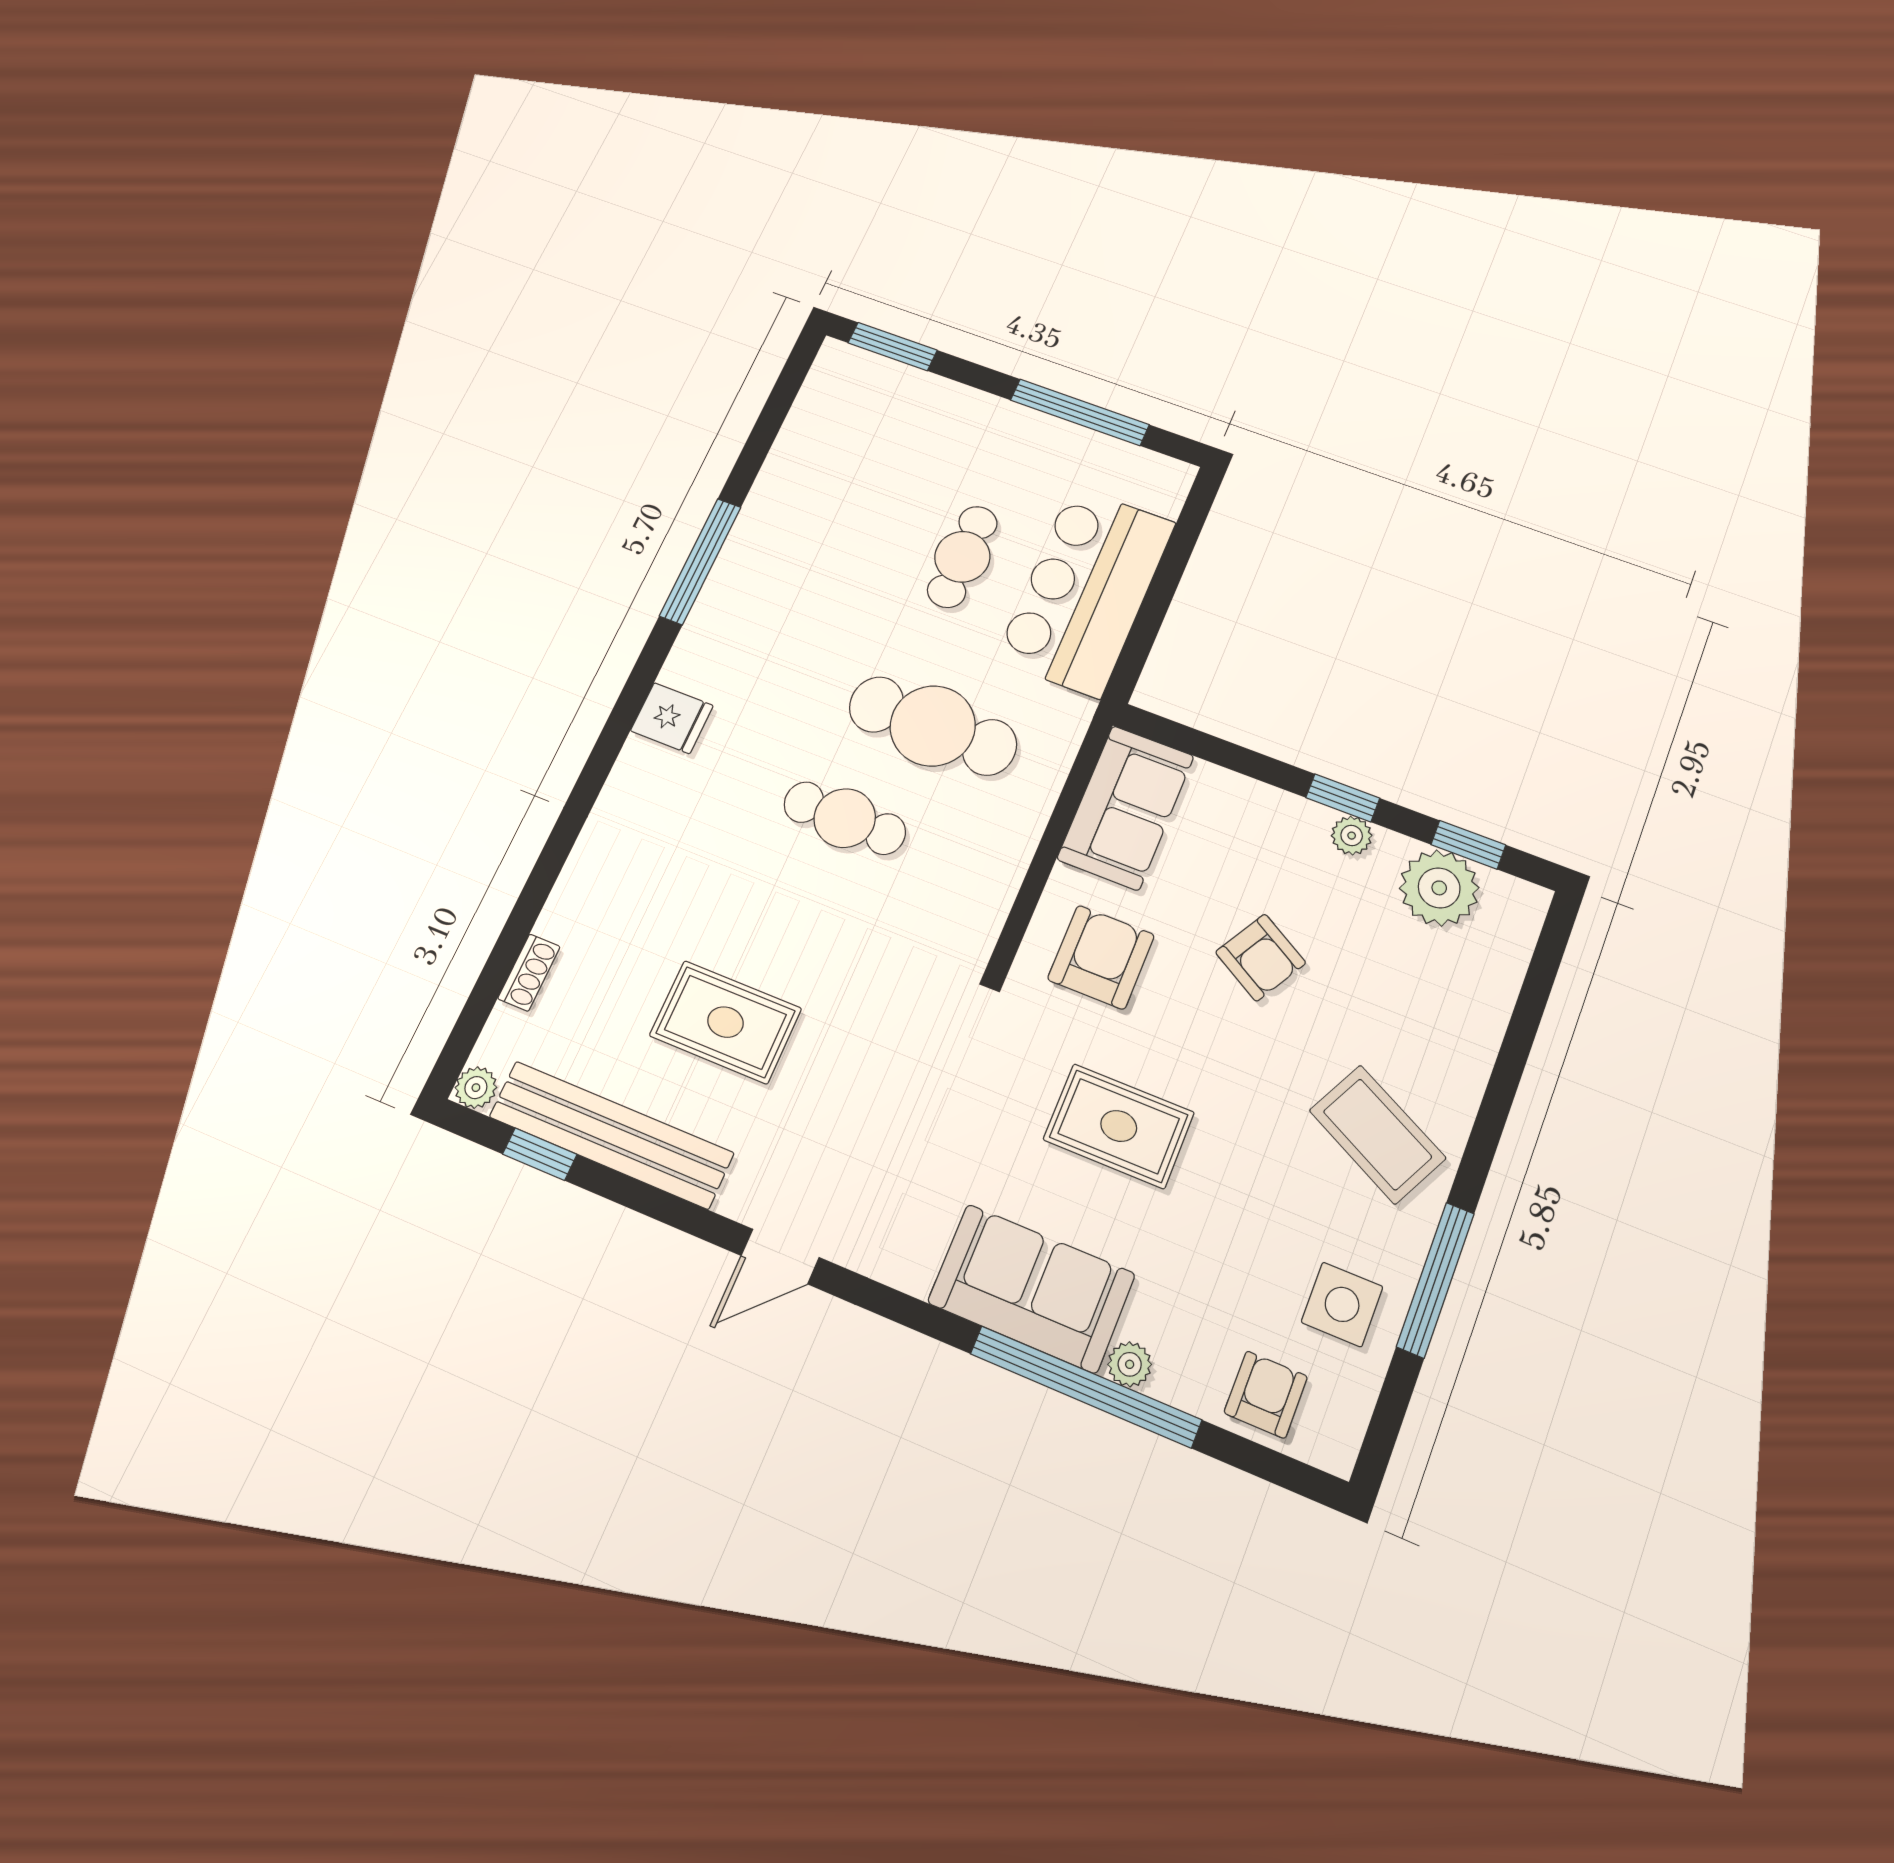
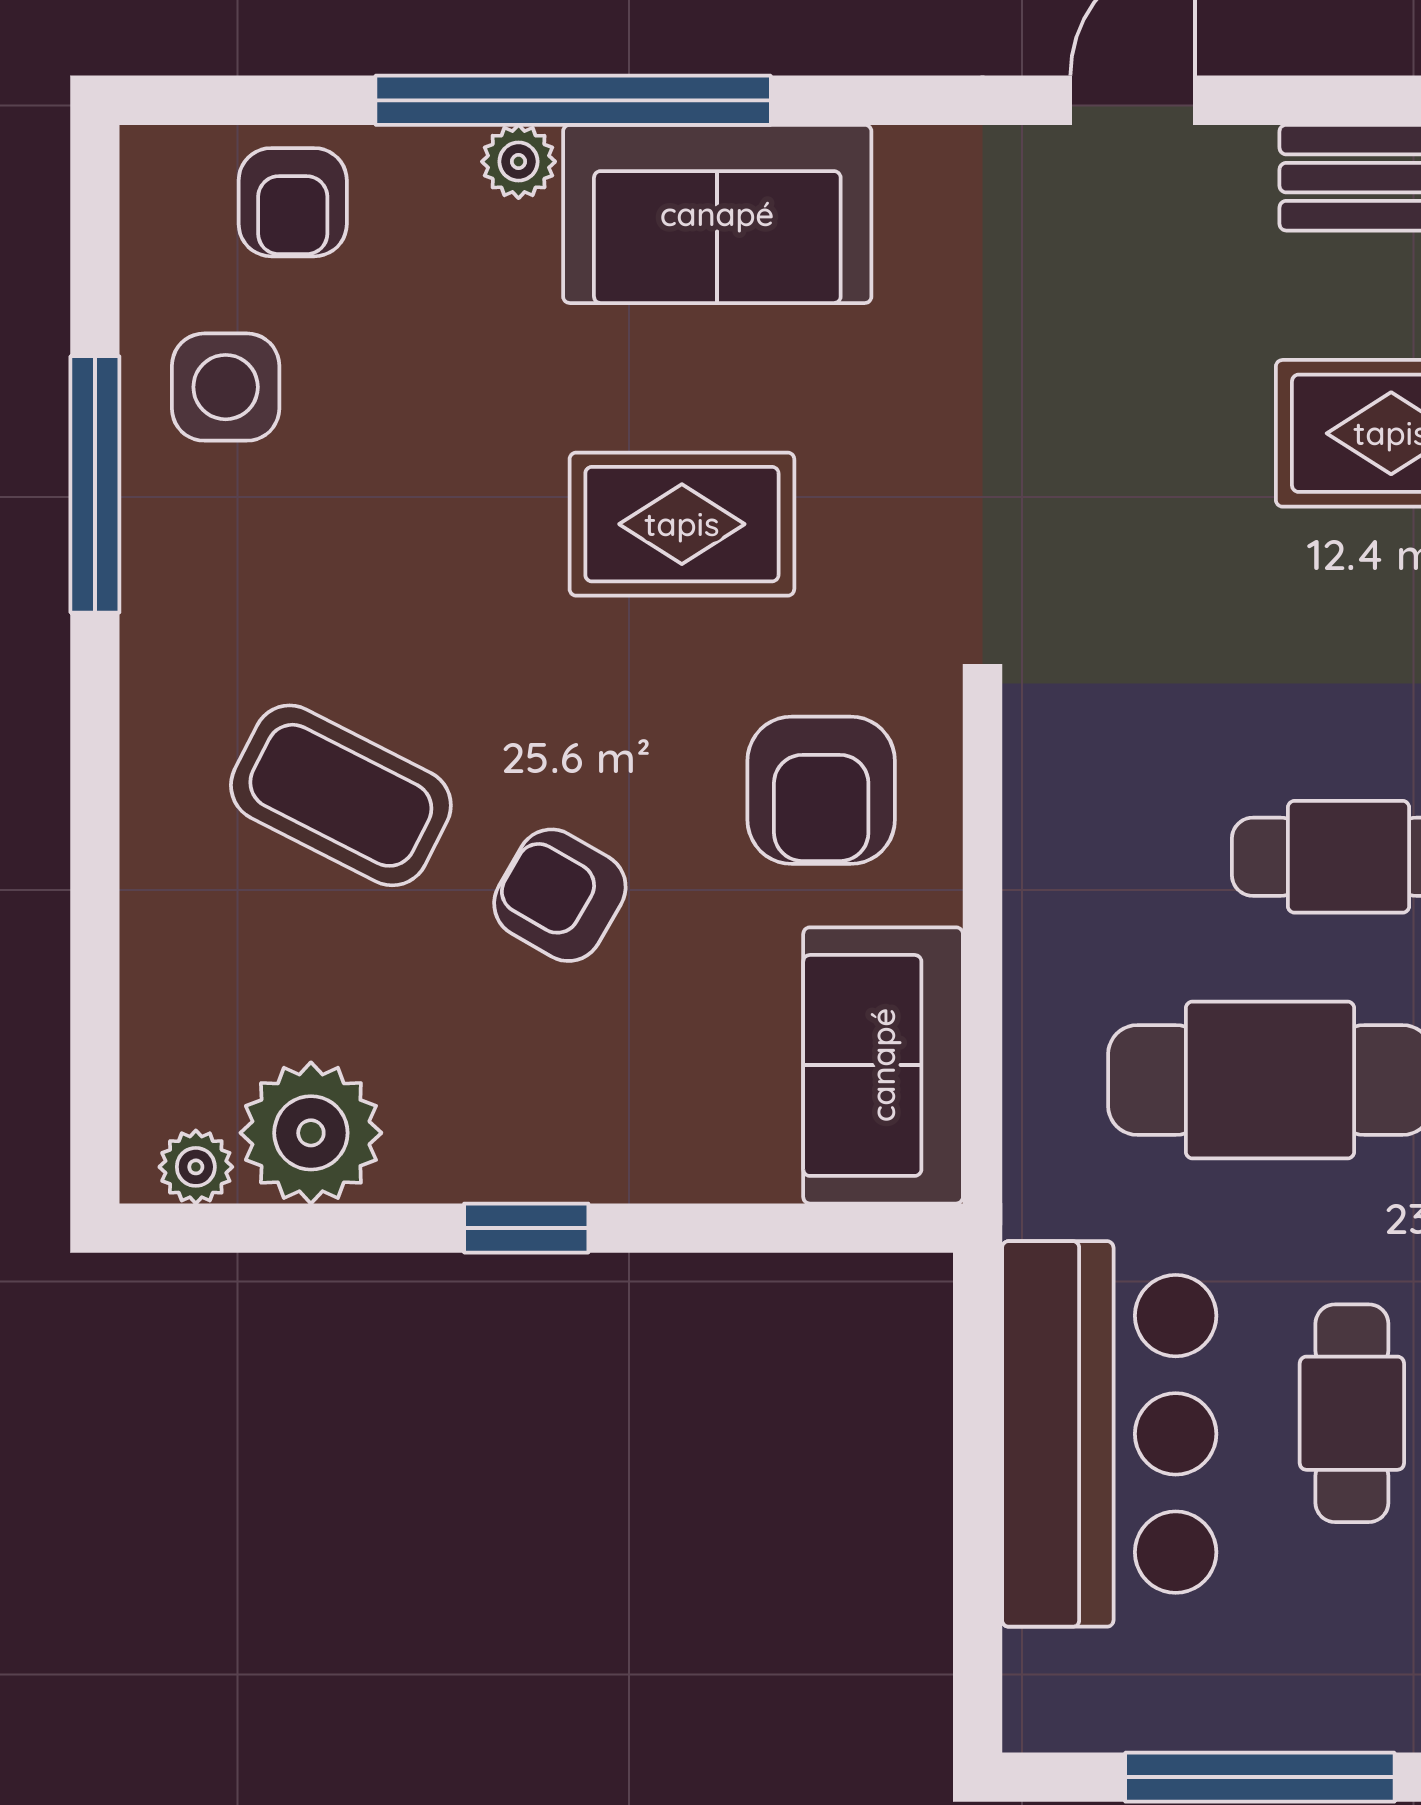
plant: (1352, 836) -> (196, 1167), moved
window: (1468, 845) -> (289, 1228), removed
coffee table: (1378, 1134) -> (341, 795), moved

